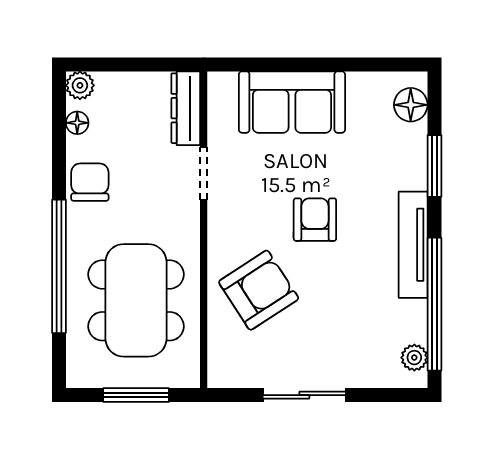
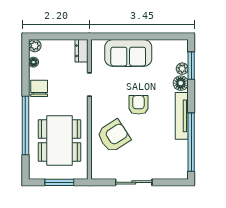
floor lamp: (411, 105) -> (181, 83), moved
dresser: (186, 108) -> (81, 51), width x0.70
window: (434, 166) -> (191, 66), moved
plant: (414, 358) -> (182, 69), moved

